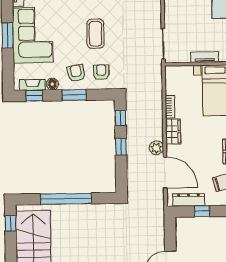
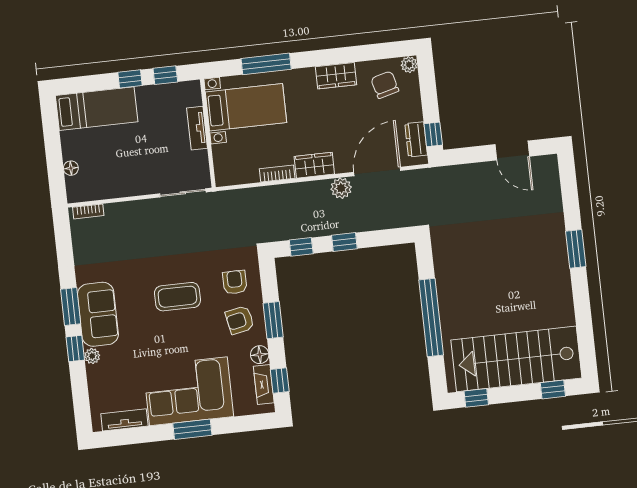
armchair: (101, 72) -> (235, 282), turned 90
dresser: (189, 200) -> (416, 139), width x0.70
window: (202, 211) -> (433, 134), moved

